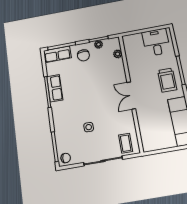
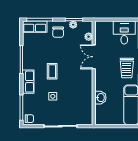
row of seats: (55, 88) -> (28, 82), moved
double door: (131, 95) -> (94, 57), moved
washbasin: (144, 119) -> (100, 98), added
coffee table: (126, 143) -> (52, 71), moved

